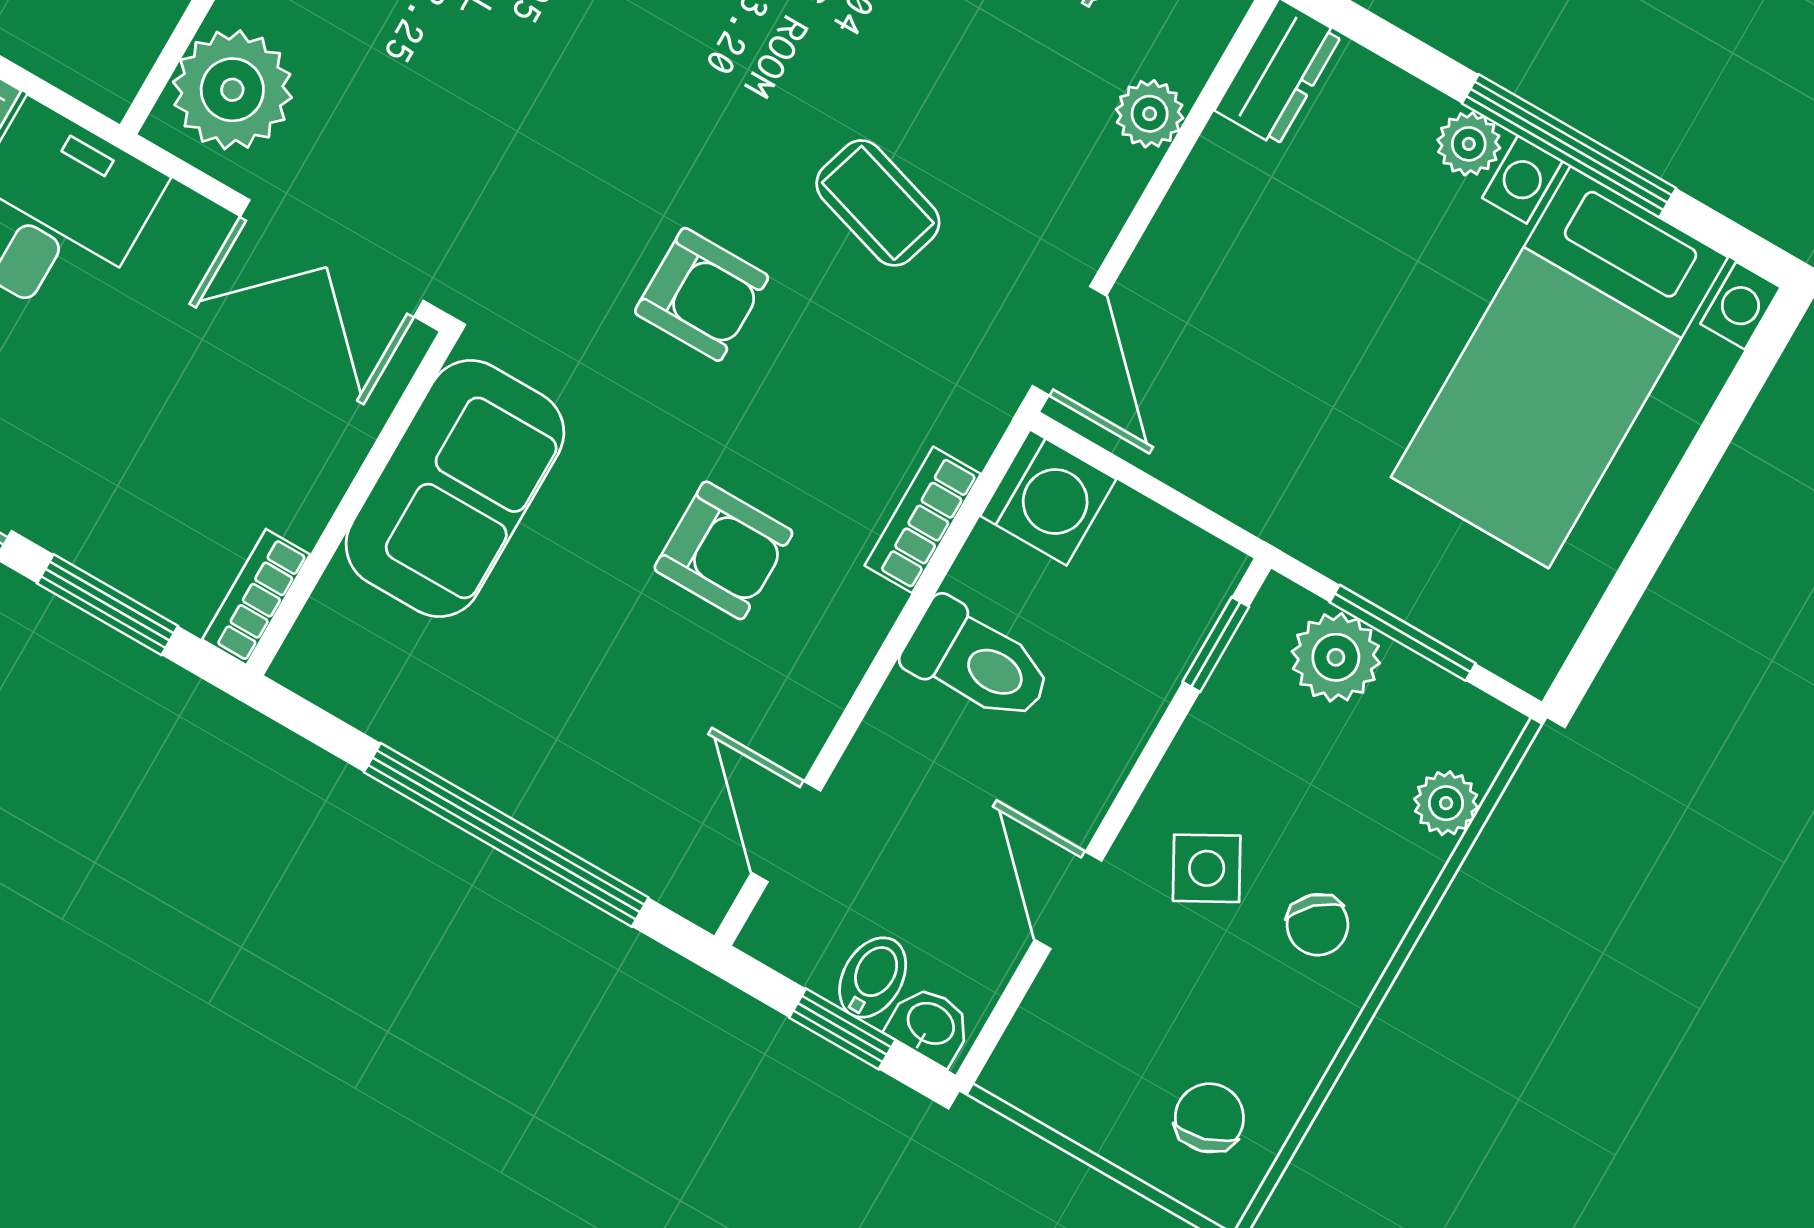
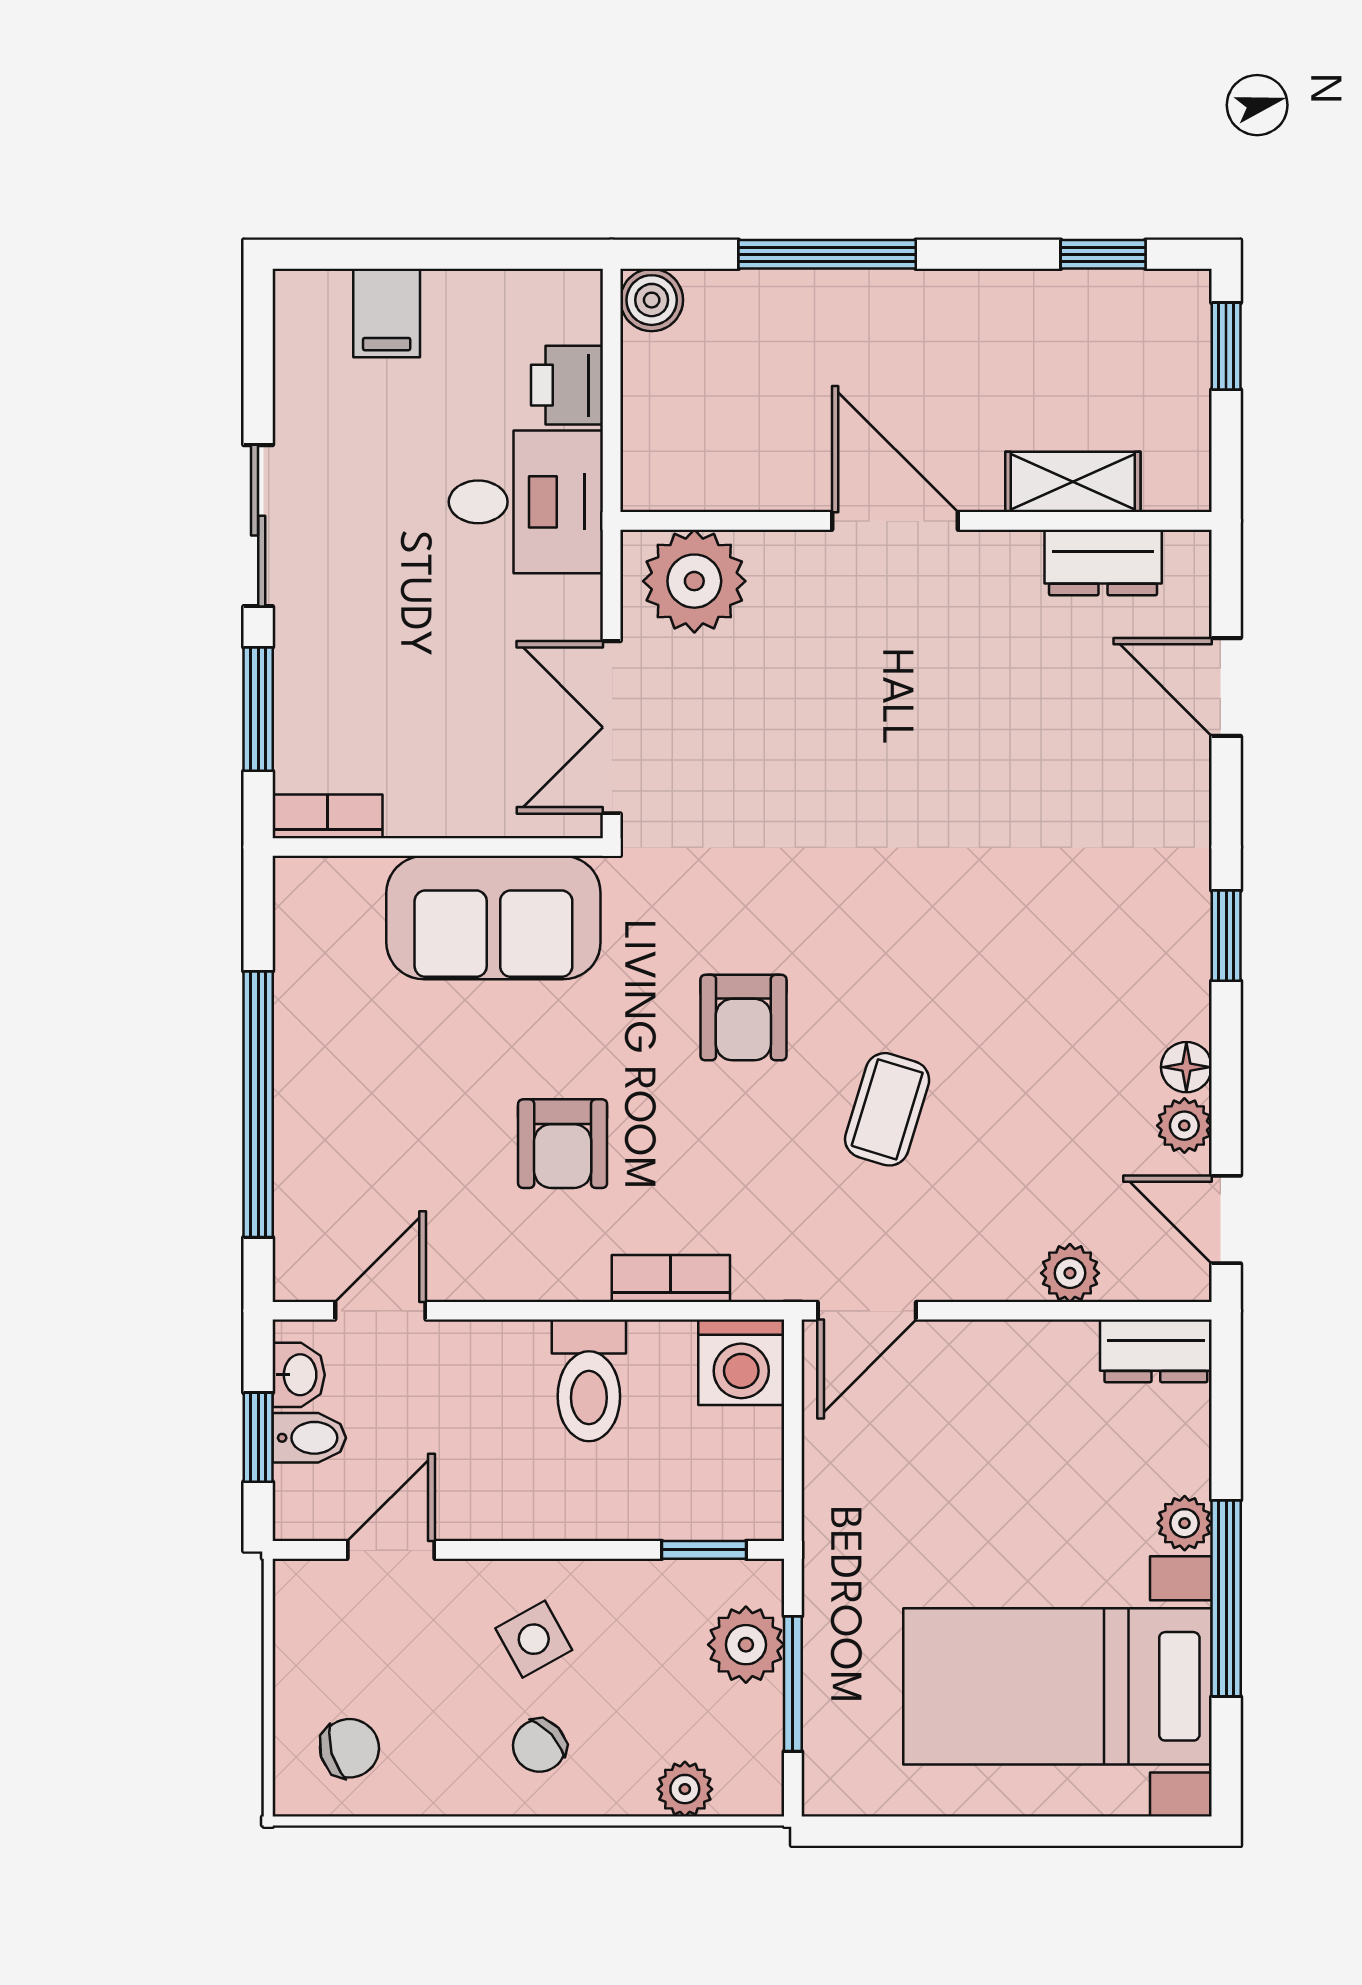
door: (1068, 900) -> (391, 1550), moved
washbasin: (930, 1025) -> (299, 1375), moved

